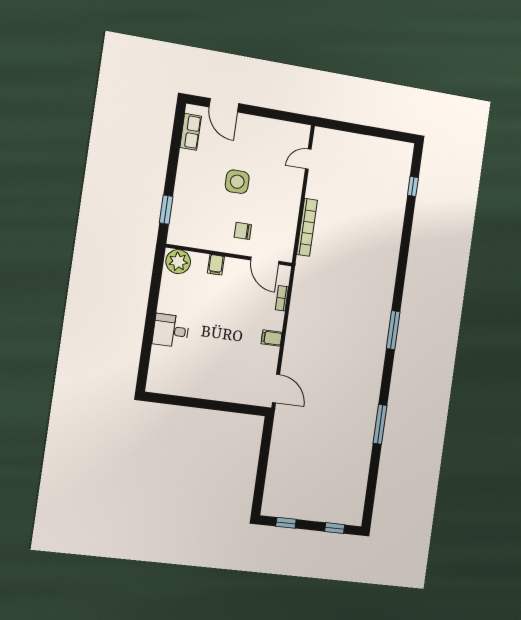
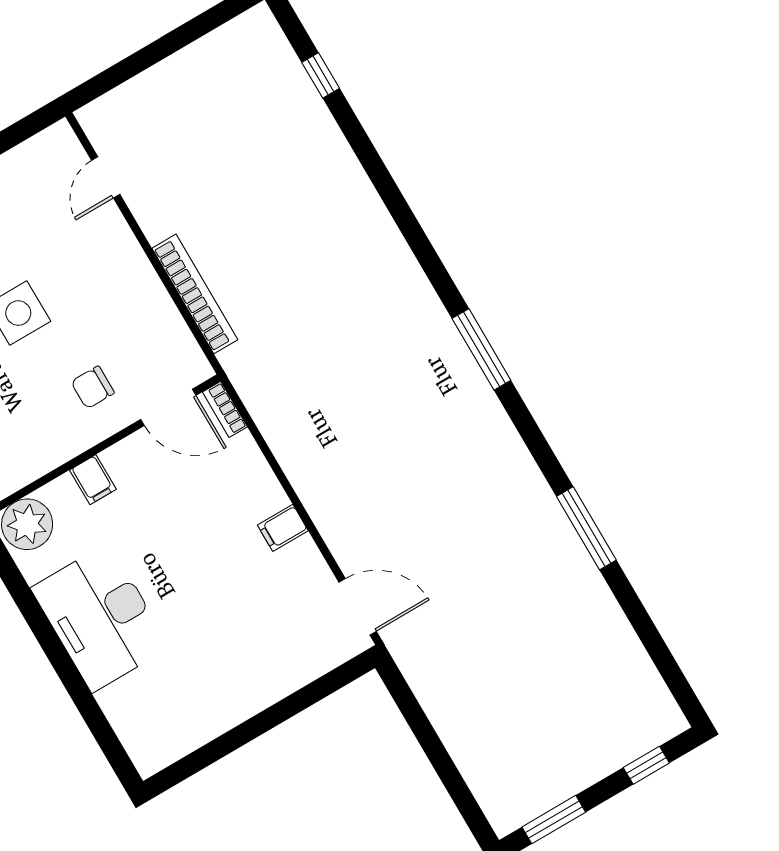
bookcase: (282, 298) -> (225, 409), moved
desk: (171, 331) -> (100, 618), width x1.87, depth x1.30
window: (286, 523) -> (554, 820), width x1.50

